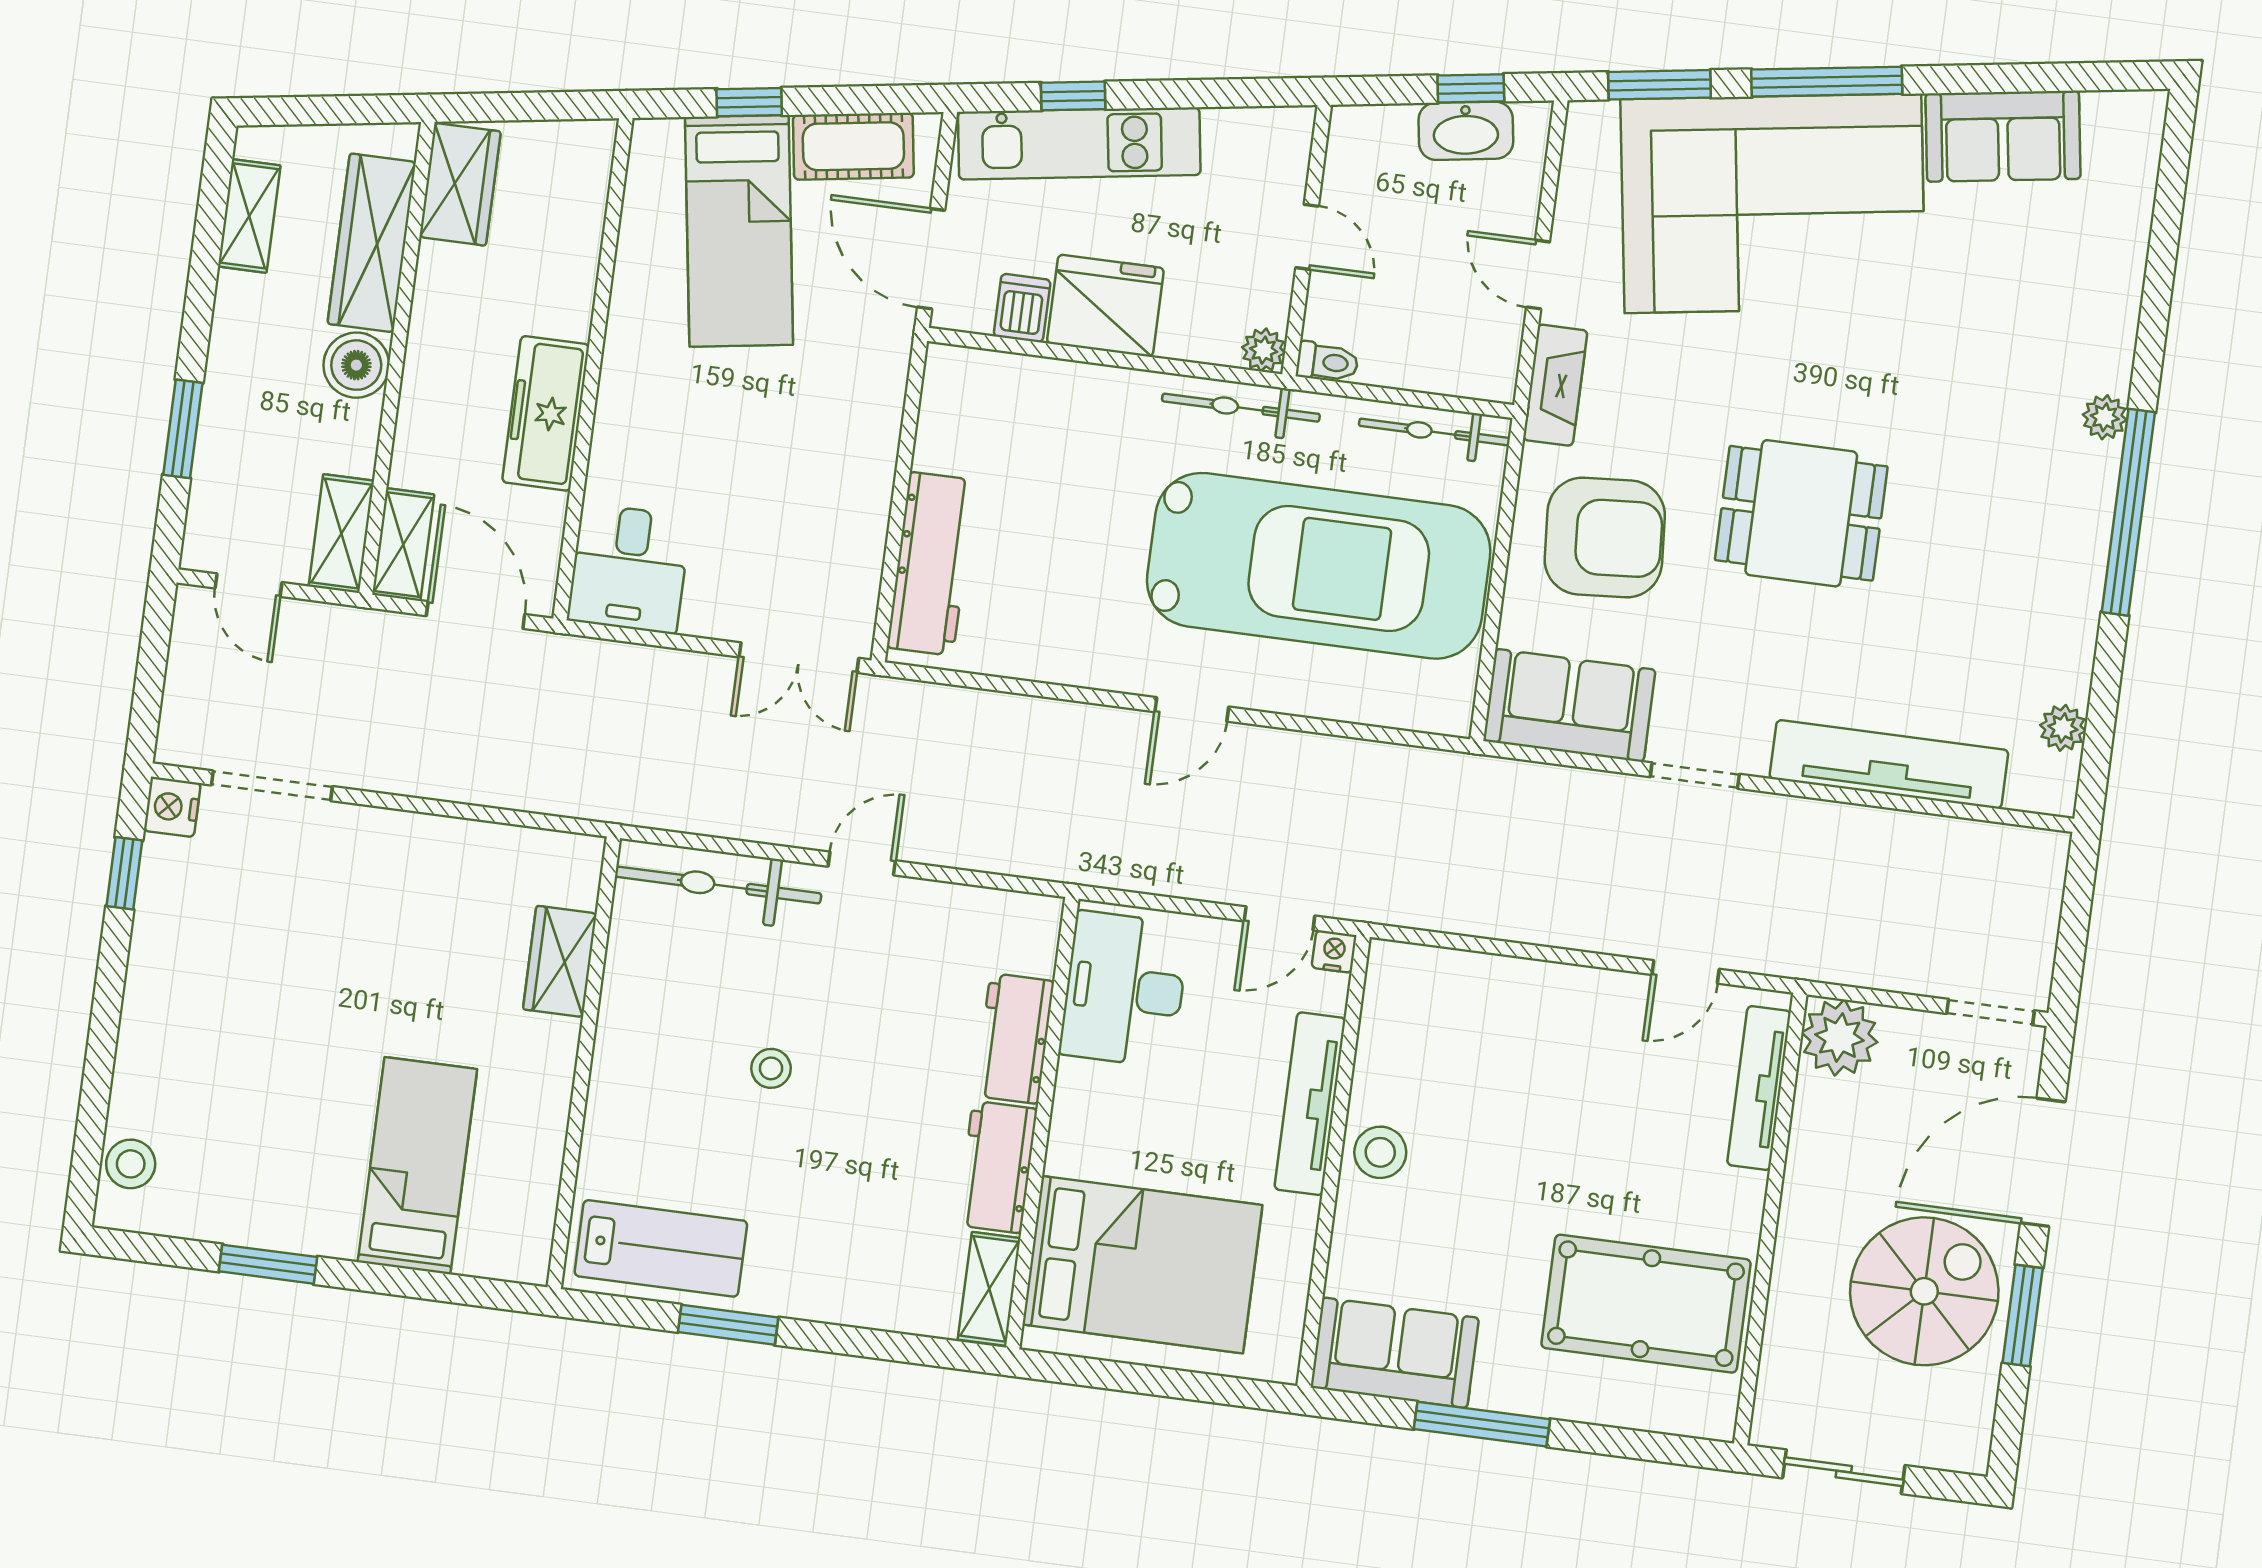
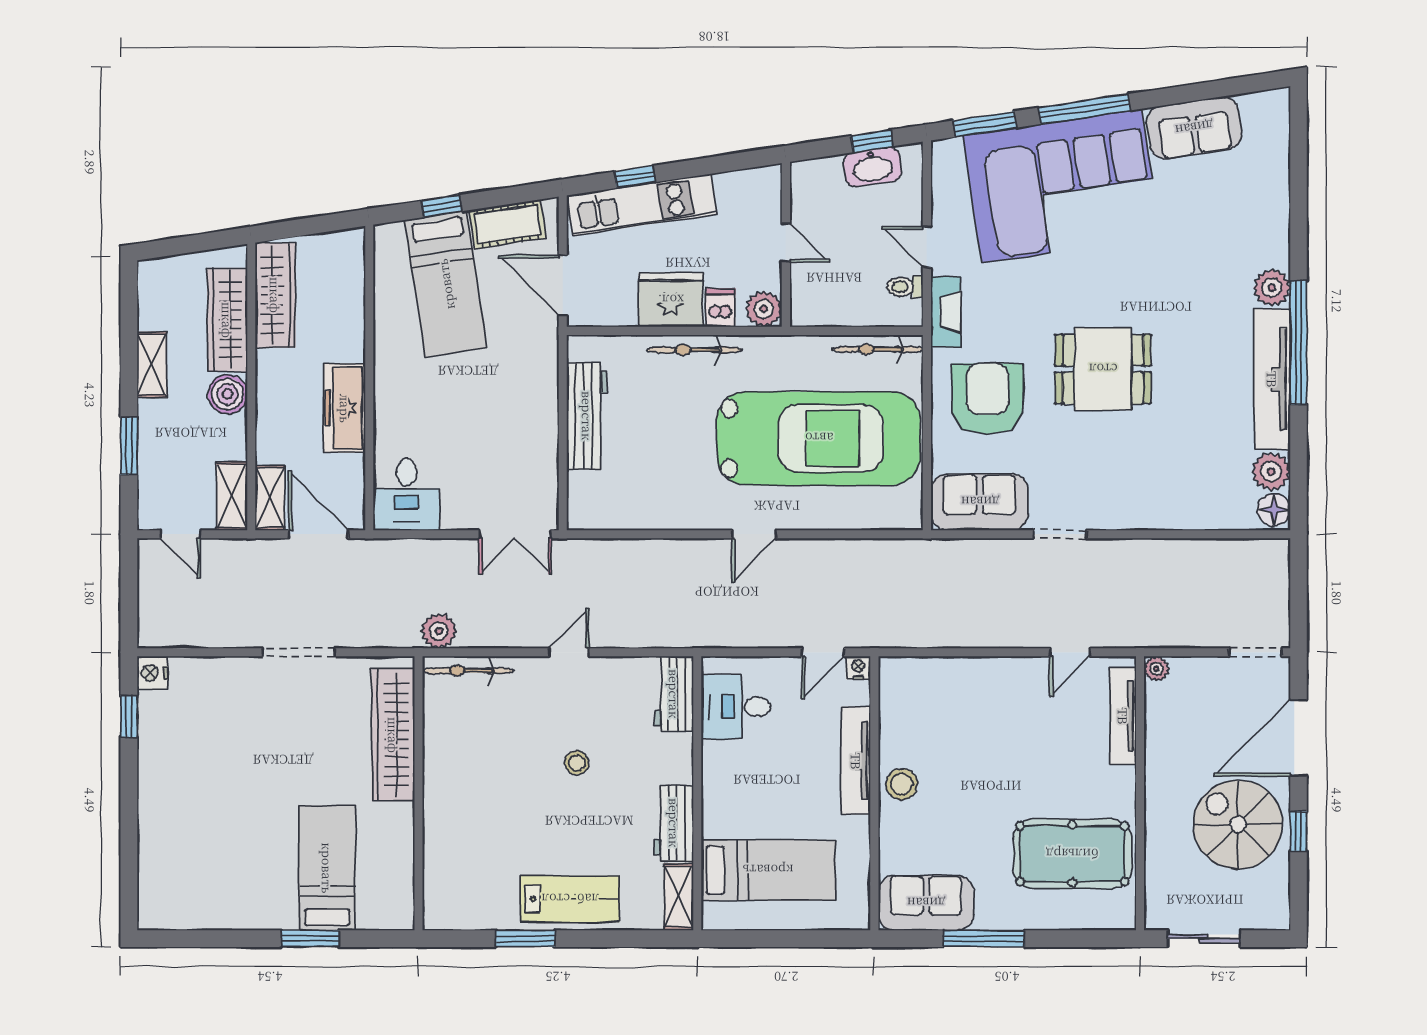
wardrobe: (460, 184) -> (275, 295), width x1.50
shelving: (249, 216) -> (152, 365), moved
dishwasher: (1022, 308) -> (720, 308), moved
plant: (1264, 350) -> (764, 309), width x1.38, depth x1.38
toilet: (1327, 362) -> (905, 287), moved, turned 180
bicycle: (1241, 408) -> (695, 350), moved
plant: (2105, 417) -> (1272, 288), width x1.38, depth x1.38
armchair: (1605, 537) -> (987, 399), turned -86
workbench: (931, 564) -> (587, 416), moved
plant: (2063, 728) -> (1271, 472), width x1.38, depth x1.38
tv unit: (1889, 764) -> (1272, 379), moved, turned -90
floor lamp: (2052, 782) -> (1274, 510), added
doorway: (272, 786) -> (299, 652), moved
plant: (652, 800) -> (439, 631), added
bicycle: (718, 885) -> (468, 671), width x0.73, depth x0.71
wardrobe: (560, 961) -> (393, 735), width x2.10, depth x1.17
desk: (1124, 989) -> (736, 707), width x0.73
plant: (1840, 1037) -> (1156, 669), width x0.53, depth x0.53
workbench: (1014, 1039) -> (674, 694), moved
stool: (771, 1068) -> (577, 763), moved
stool: (131, 1164) -> (156, 889), removed
lab bench: (661, 1248) -> (570, 899), moved
window: (268, 1264) -> (310, 939), moved
bed: (1142, 1265) -> (768, 870), width x0.67
spiral stairs: (1924, 1291) -> (1238, 824), turned -90
window: (2023, 1316) -> (1298, 831), width x0.67

